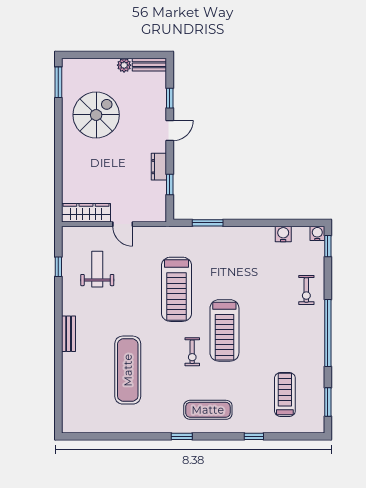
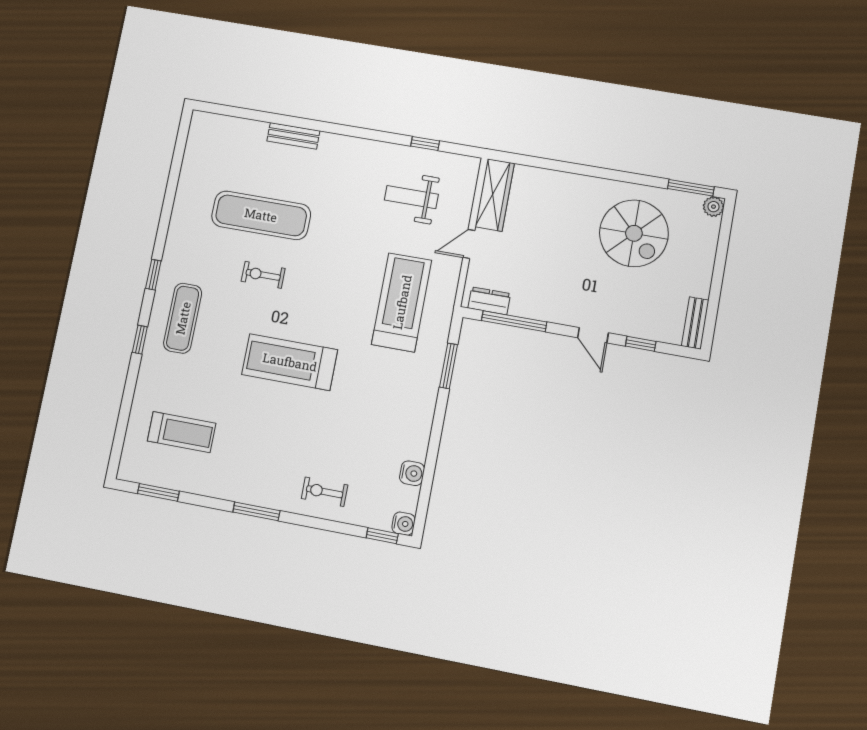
plant: (124, 65) -> (713, 207), moved
dresser: (159, 167) -> (489, 301), moved
window: (170, 185) -> (514, 321), width x2.17
weight bench: (97, 269) -> (411, 197), turned 180
treadmill: (177, 289) -> (402, 302), moved, turned 90
window: (328, 333) -> (256, 511), width x0.47
bench: (69, 334) -> (293, 136), moved
exercise bike: (192, 352) -> (263, 275), moved
window: (254, 436) -> (140, 340), moved

